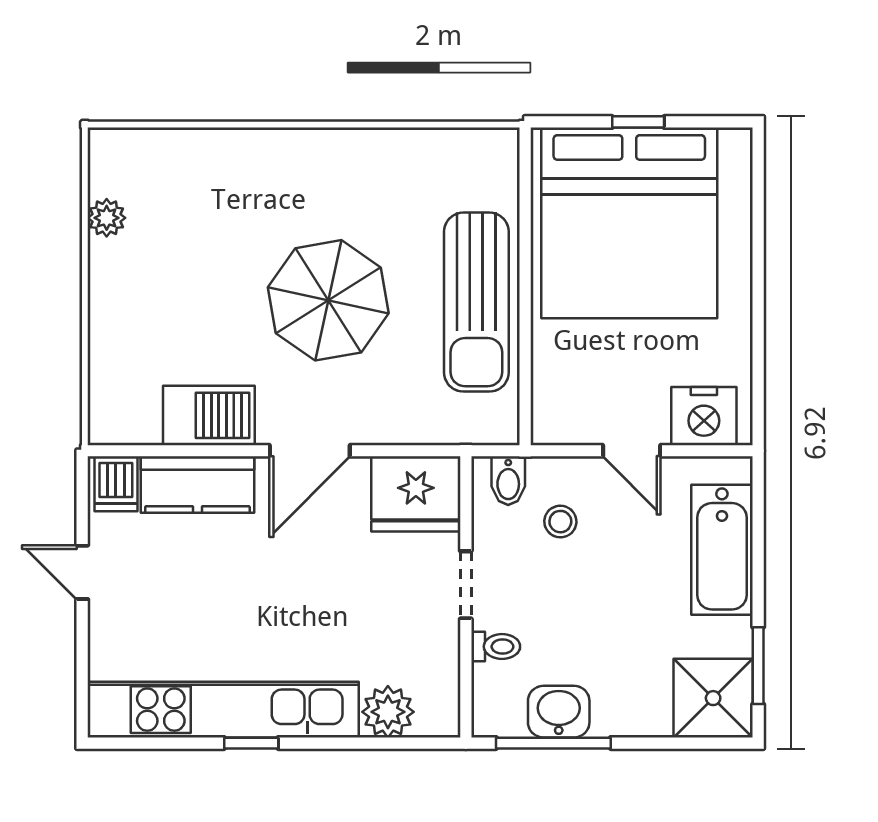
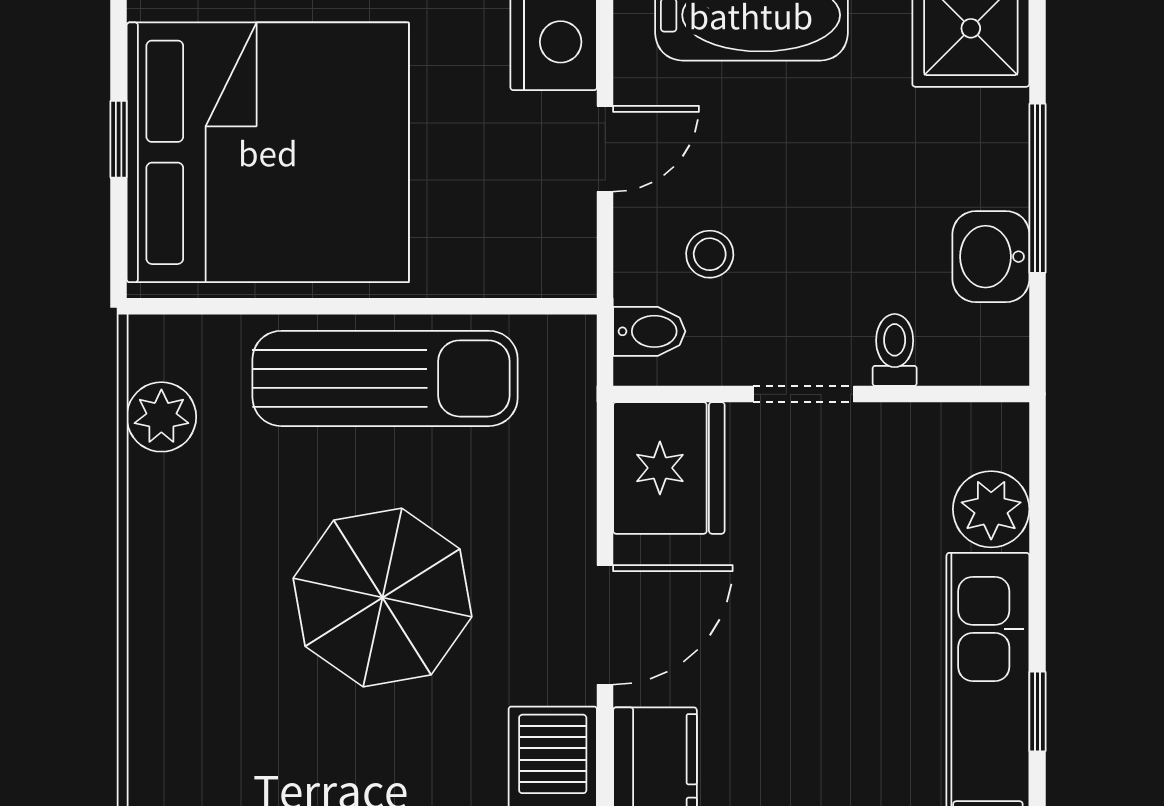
plant: (450, 151) -> (161, 417), added
door: (310, 451) -> (605, 625), hinge flipped
window: (553, 743) -> (1037, 188), moved

